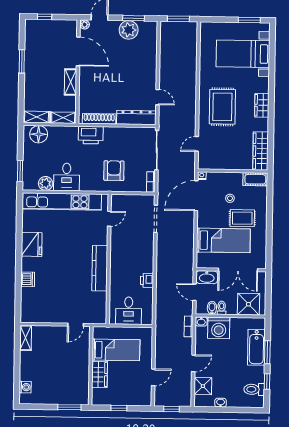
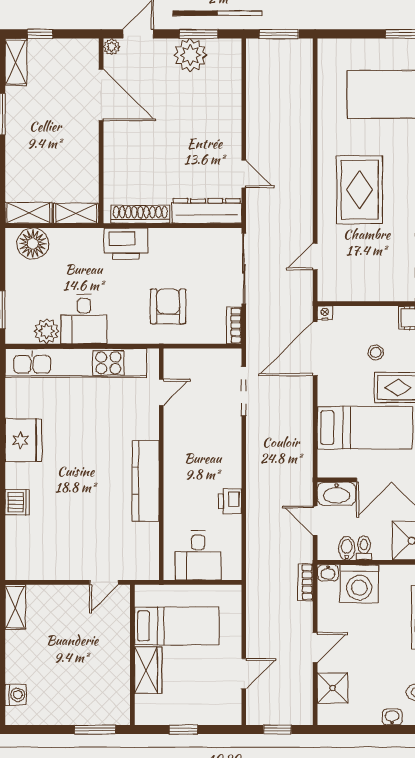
shelving: (71, 82) -> (16, 62), moved
washbasin: (221, 403) -> (392, 717), moved

